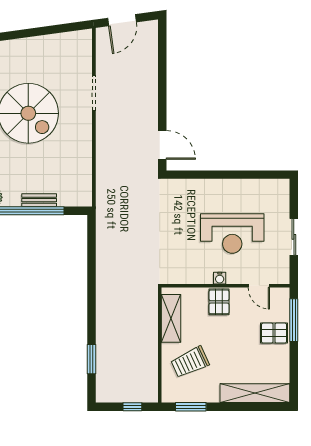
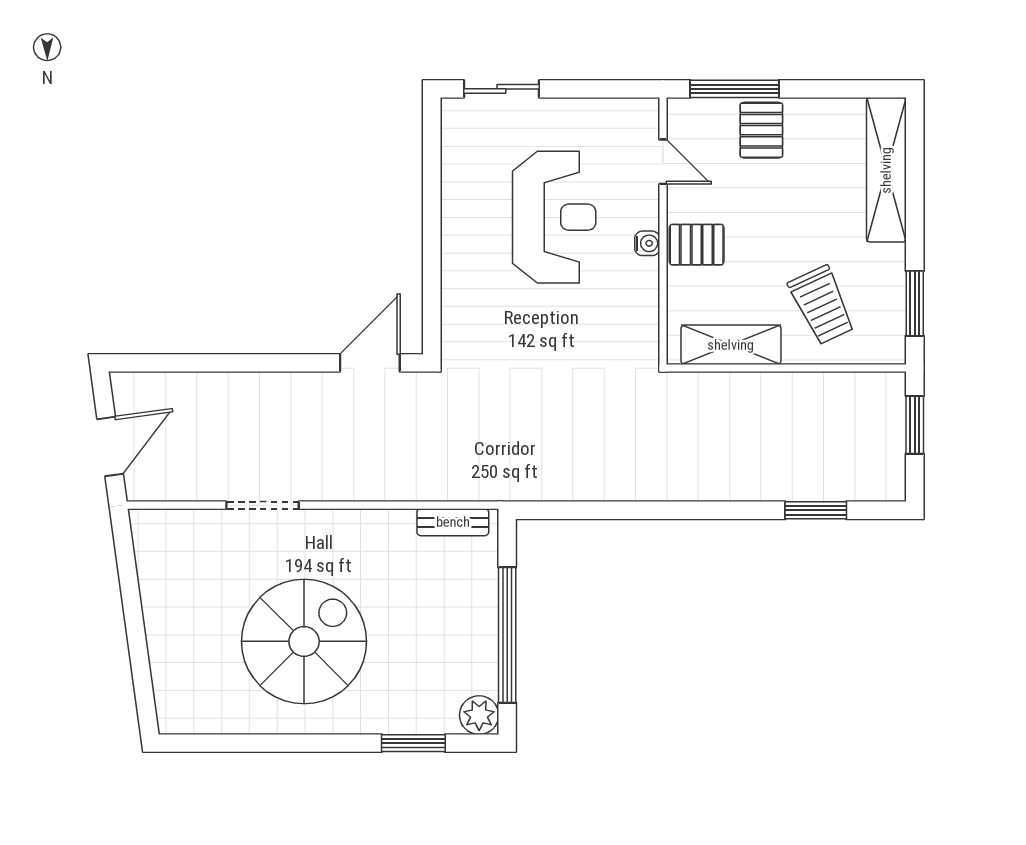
door: (122, 20) -> (110, 446), hinge flipped
bench: (39, 200) -> (453, 522), moved, turned 90
sliding door: (294, 237) -> (501, 89), moved
door: (259, 286) -> (663, 162), hinge flipped
window: (132, 407) -> (915, 425), width x1.50

